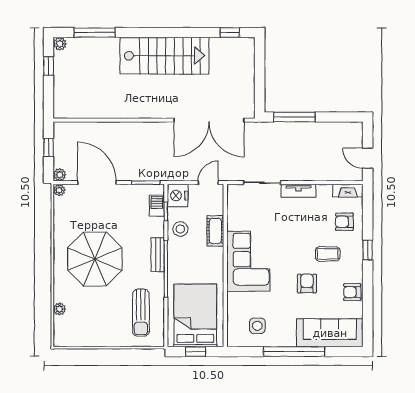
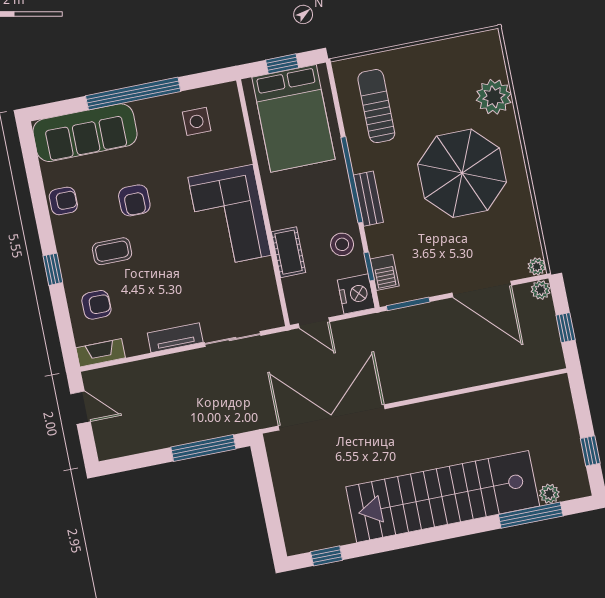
plant: (60, 44) -> (549, 494), moved
stairs: (164, 56) -> (443, 496), width x1.36
door: (208, 183) -> (314, 323), hinge flipped
plant: (59, 309) -> (494, 97), width x1.88, depth x1.88

